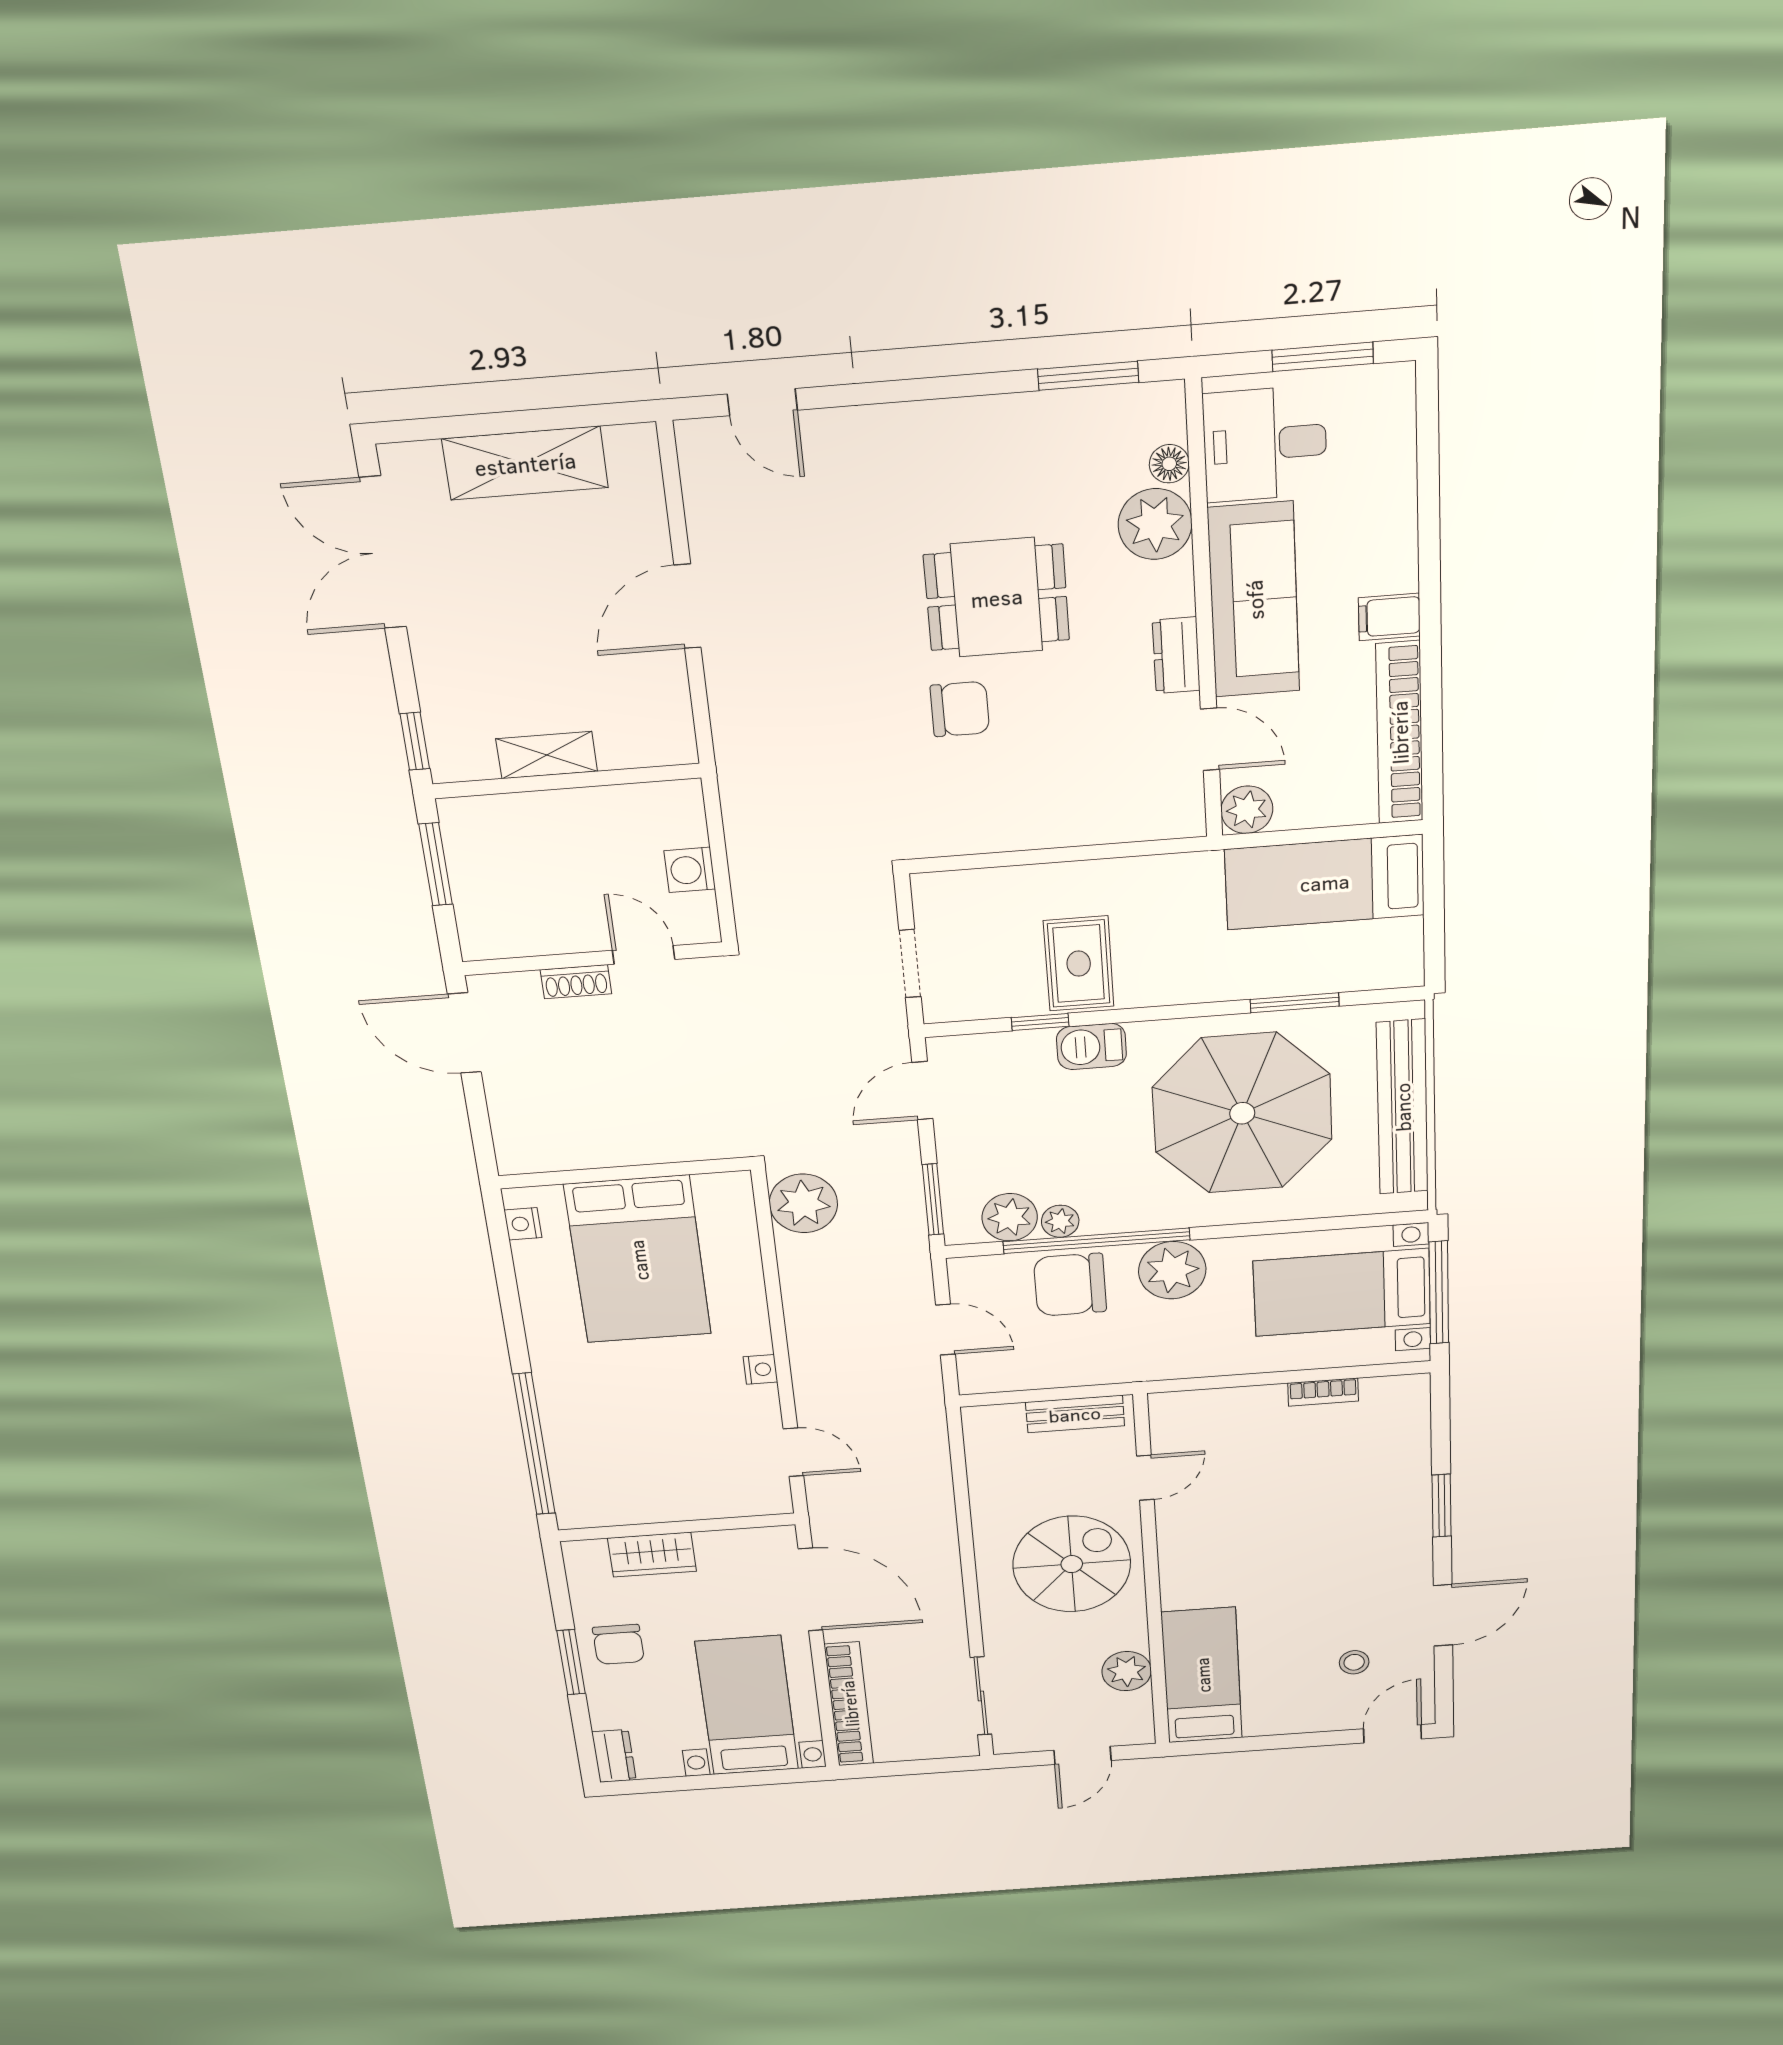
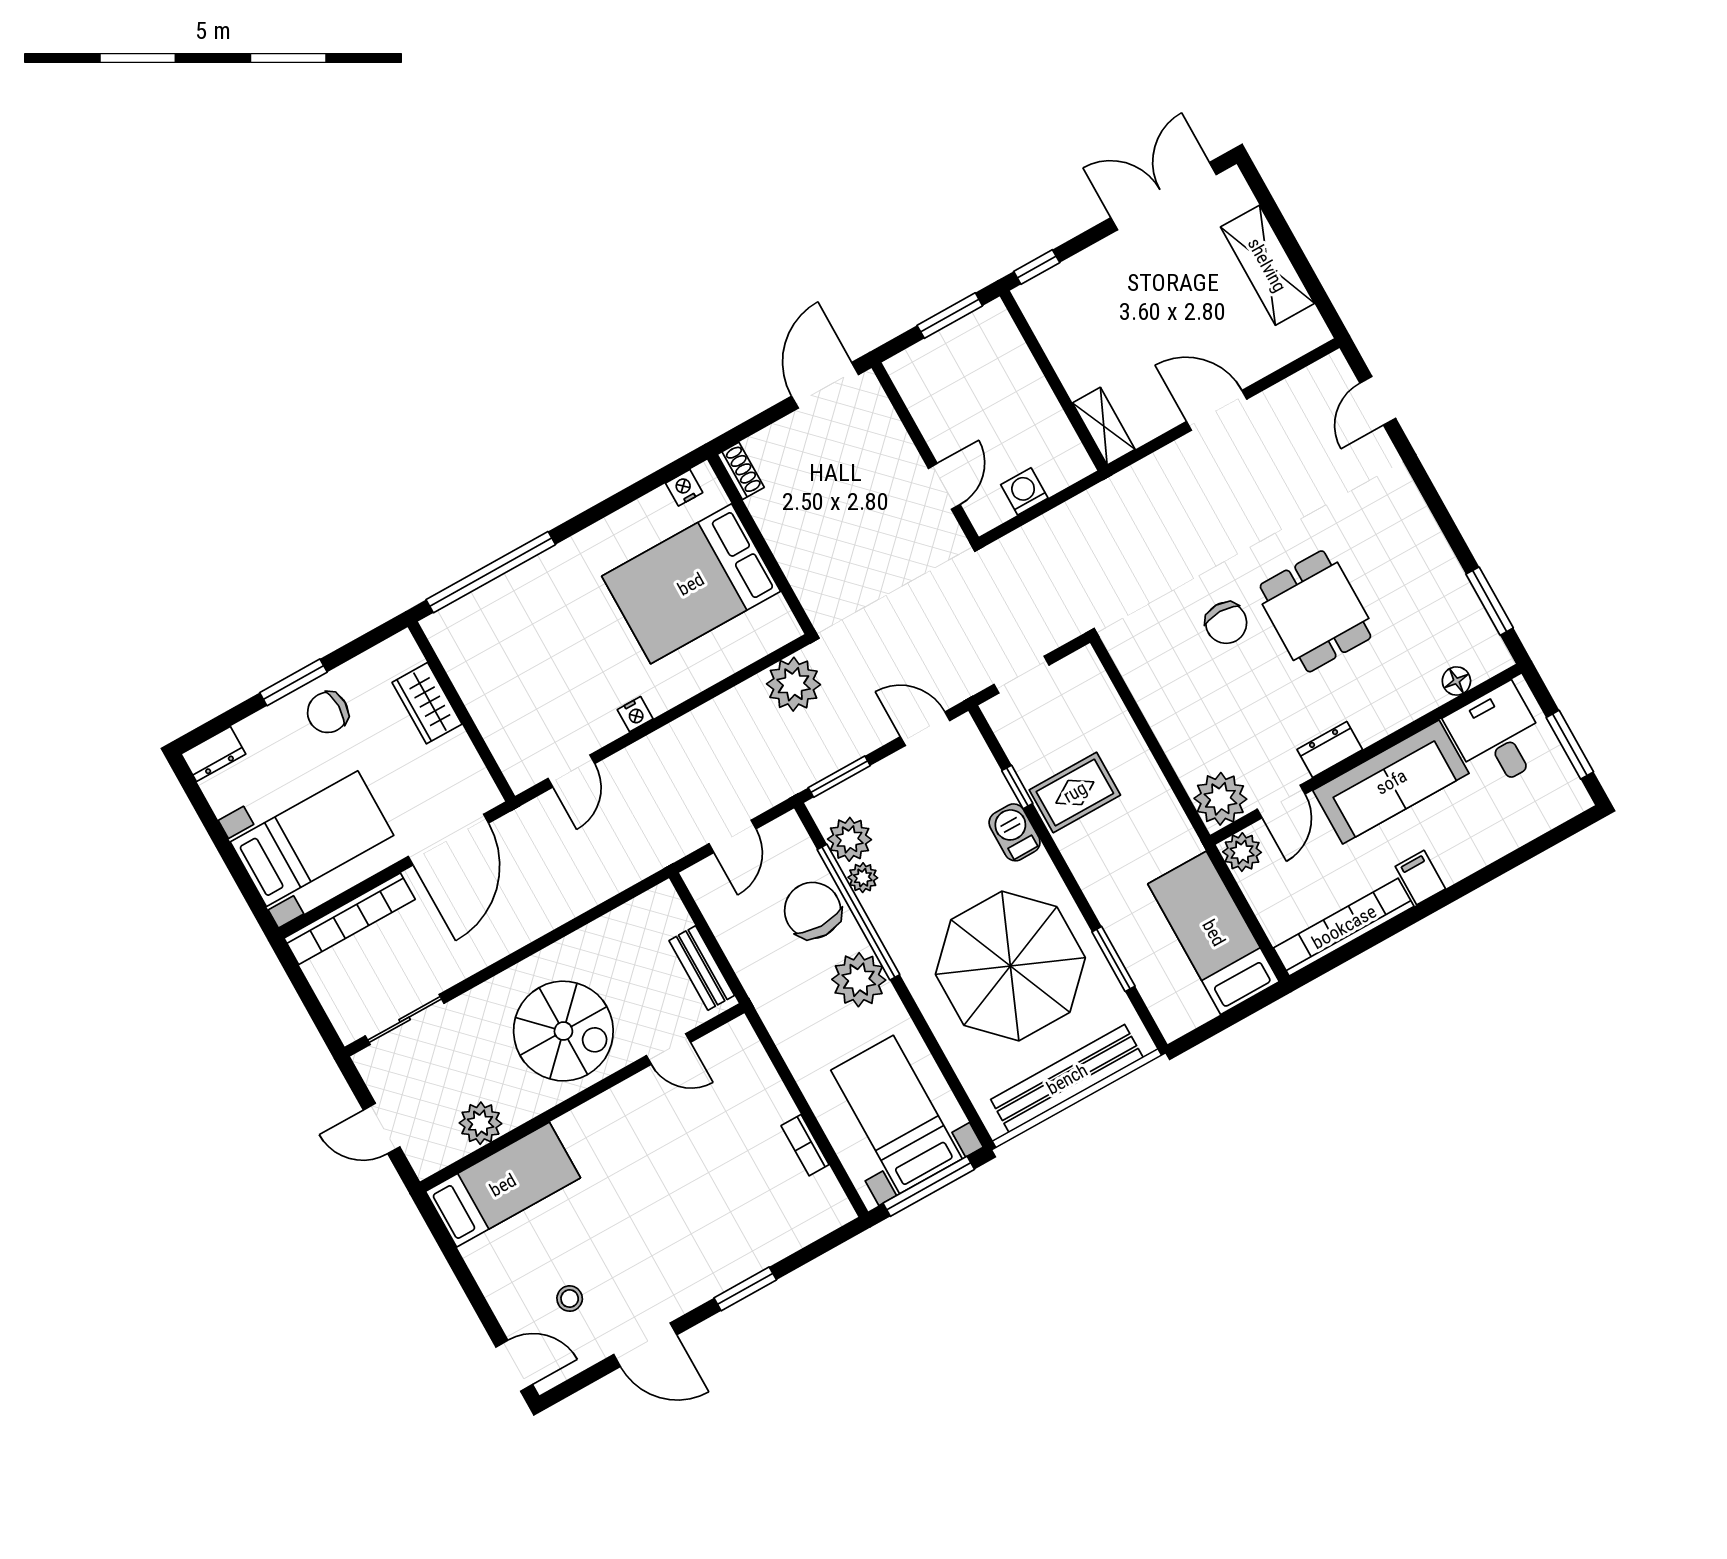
plant: (1155, 524) -> (1220, 799), moved
shelving: (547, 755) -> (1104, 426), moved
shoe rack: (576, 982) -> (741, 471), moved, turned 180

